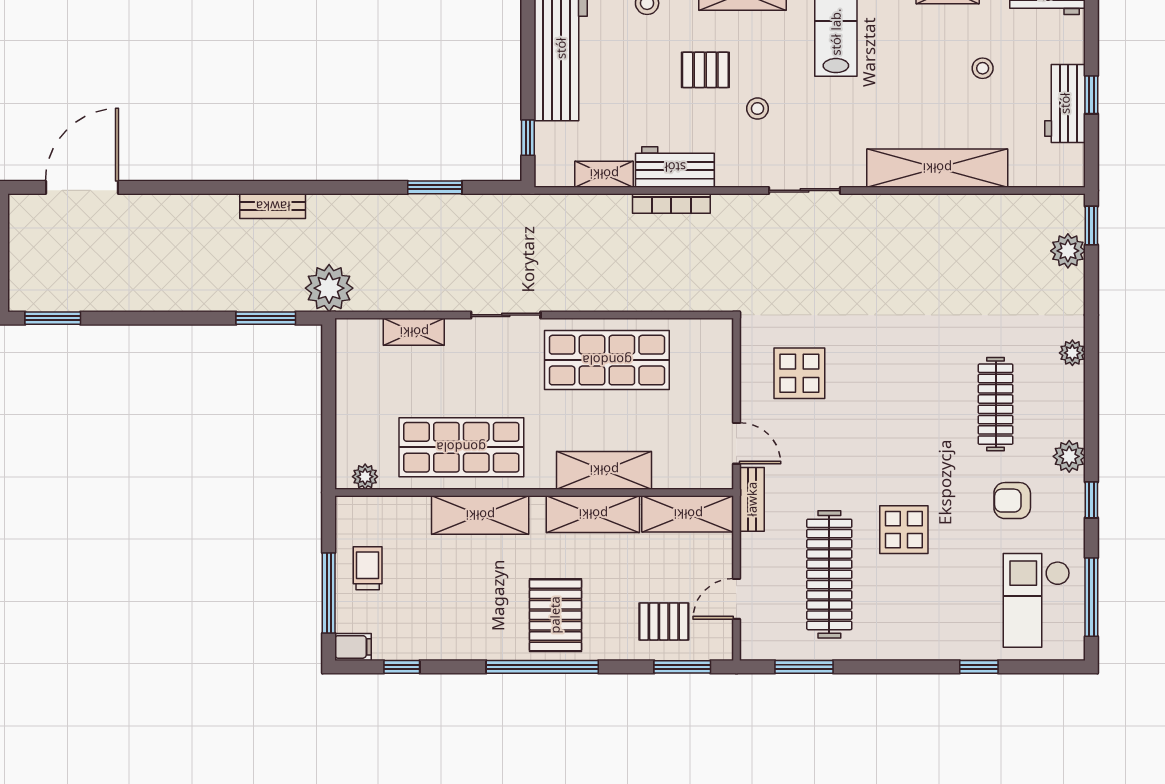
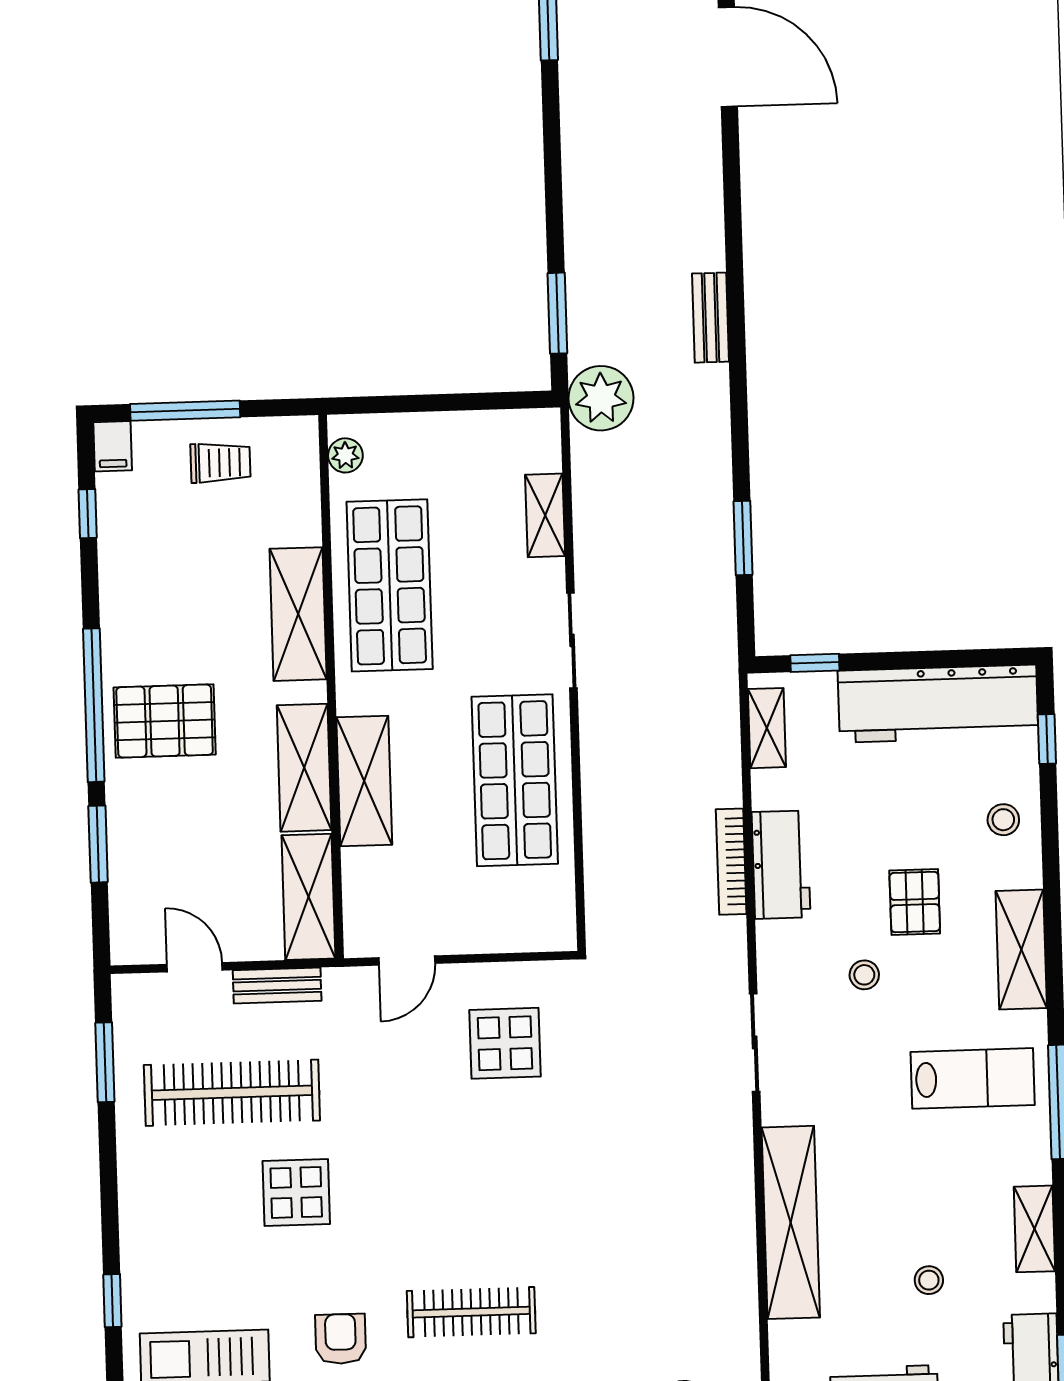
shelving: (604, 174) -> (767, 728), moved
bench: (752, 499) -> (277, 986), moved
pallet: (664, 621) -> (161, 869), removed
window: (682, 667) -> (98, 844), moved

